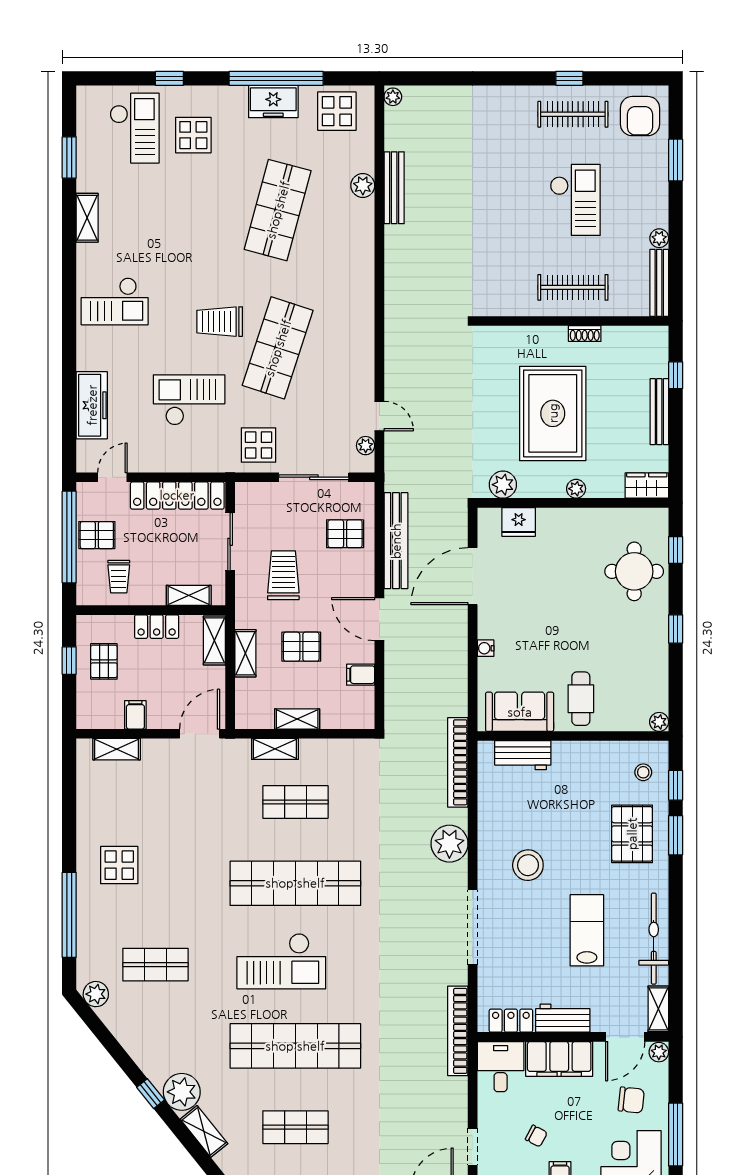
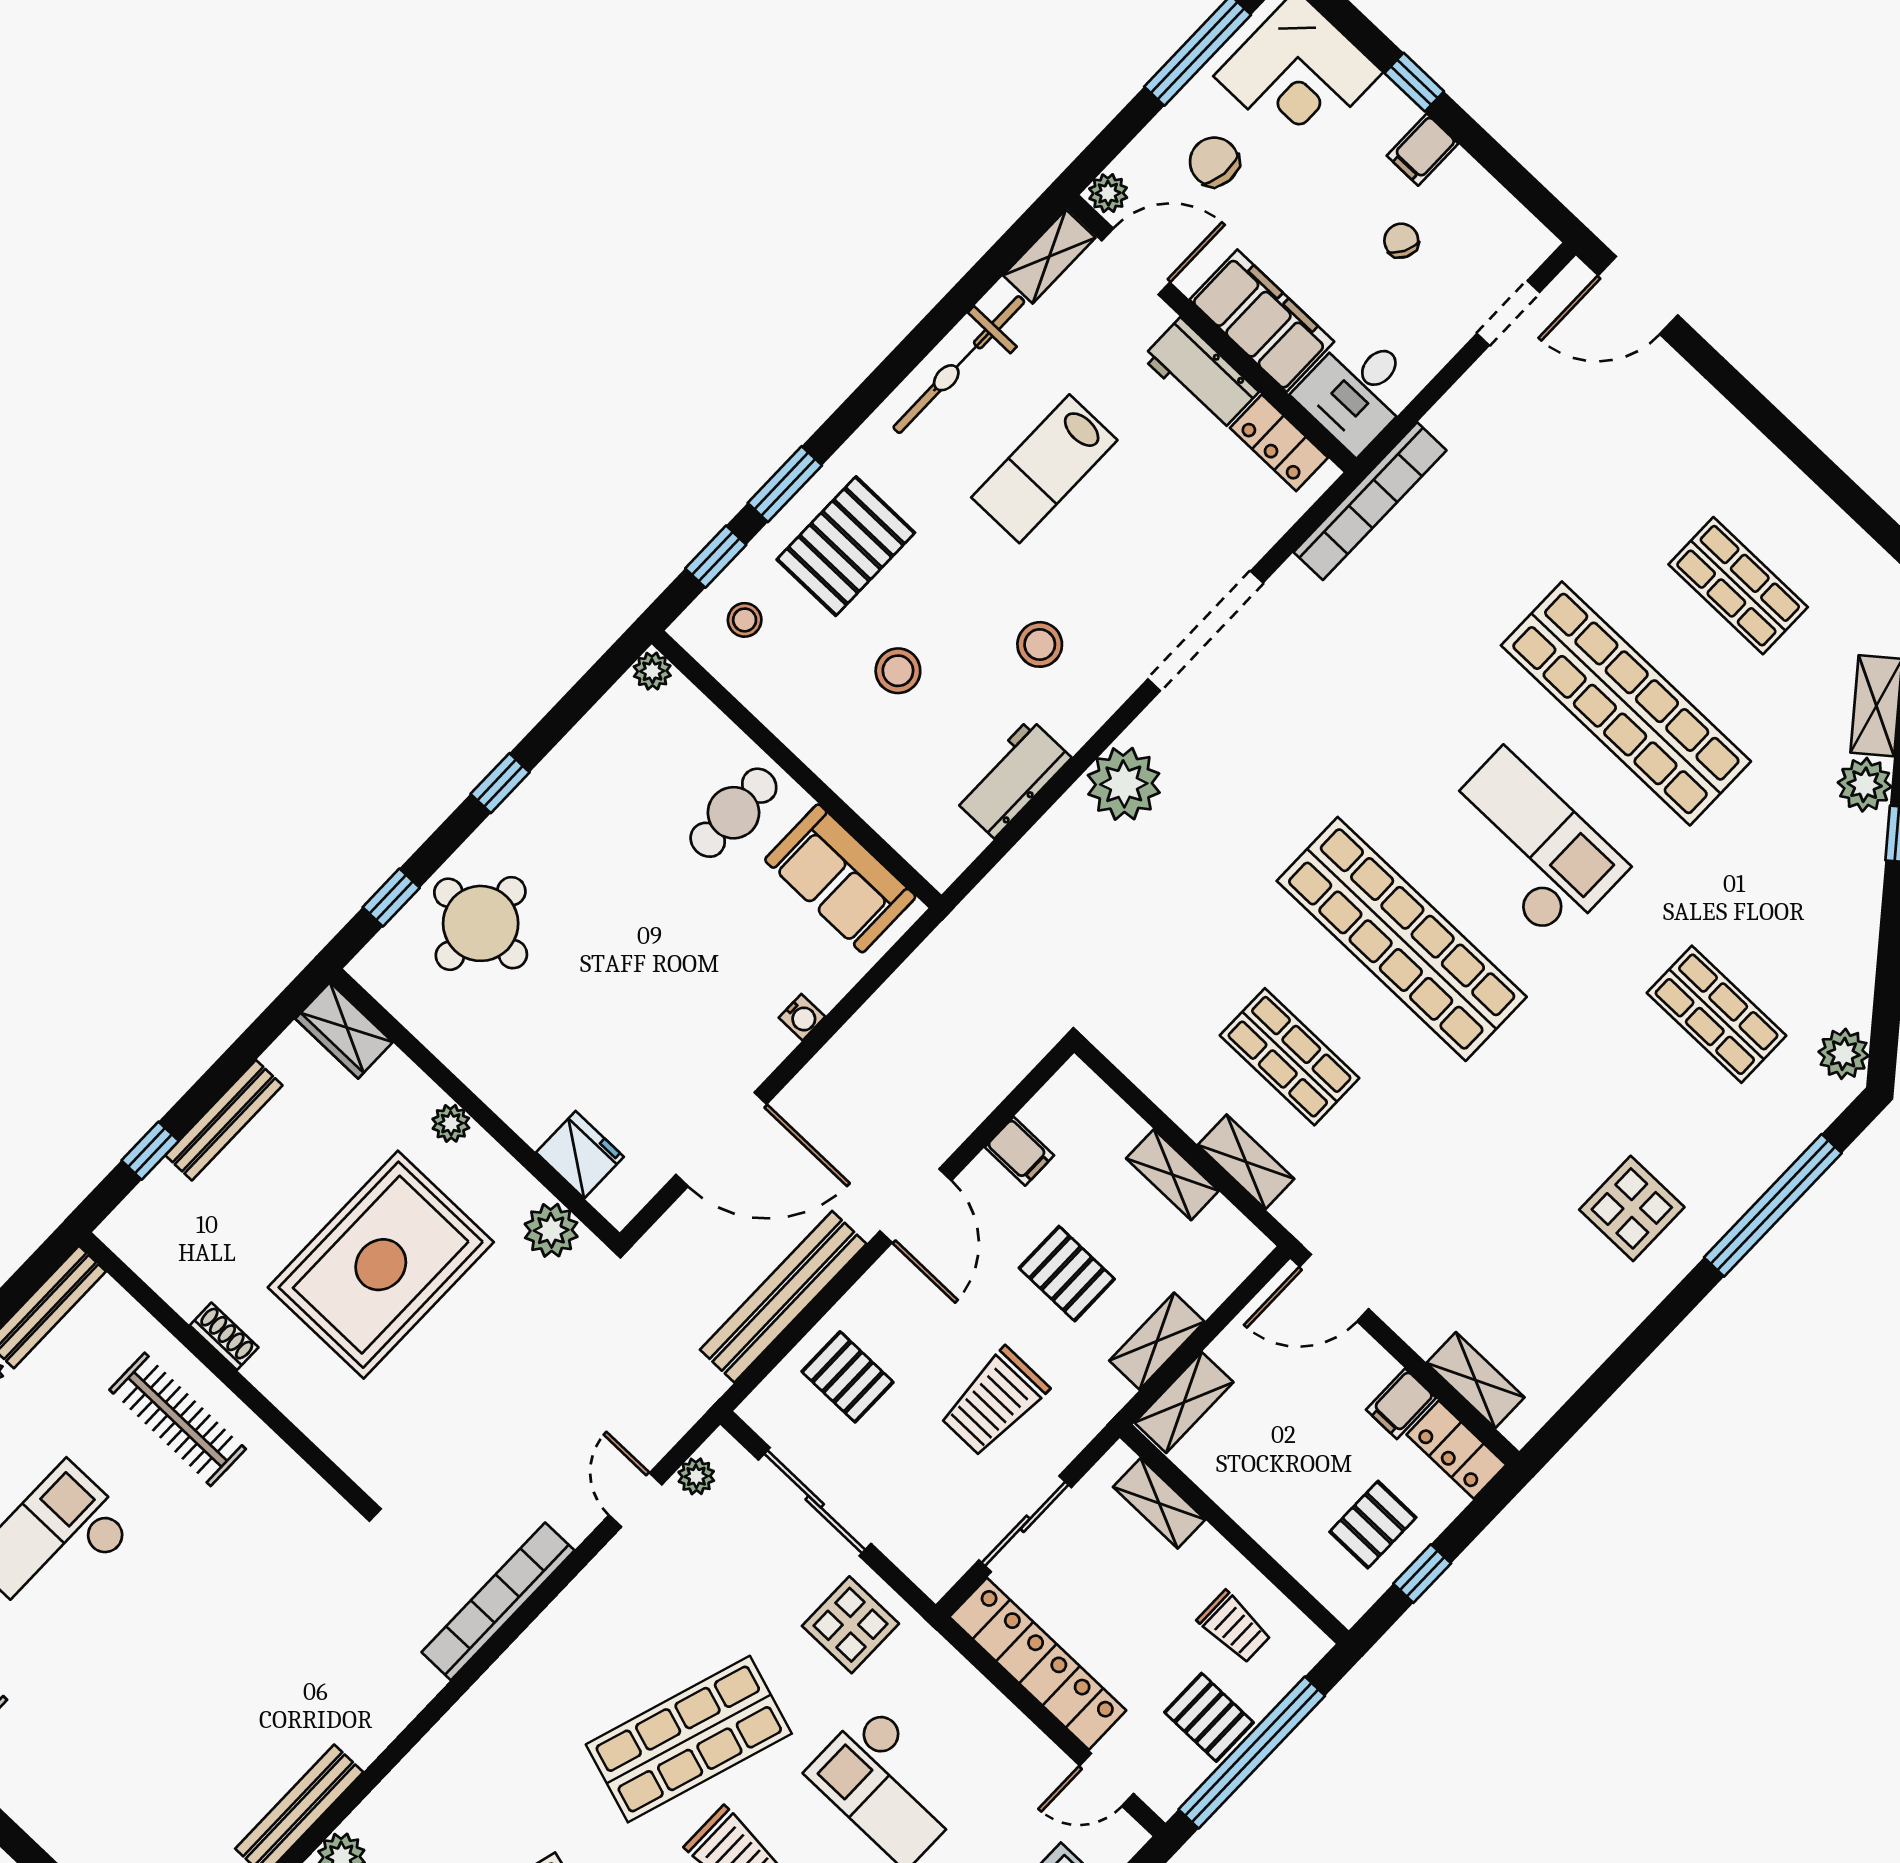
trolley: (119, 577) -> (1234, 1627), turned 90
locker: (157, 627) -> (1456, 1450), moved, turned 180
workbench: (523, 755) -> (1012, 778), moved, turned -90
bookcase: (458, 762) -> (498, 1601), moved, turned 180
stool: (570, 807) -> (898, 671), added
stool: (528, 865) -> (1040, 644), width x0.73, depth x0.73
plant: (182, 1092) -> (1865, 785), width x0.73, depth x0.73

